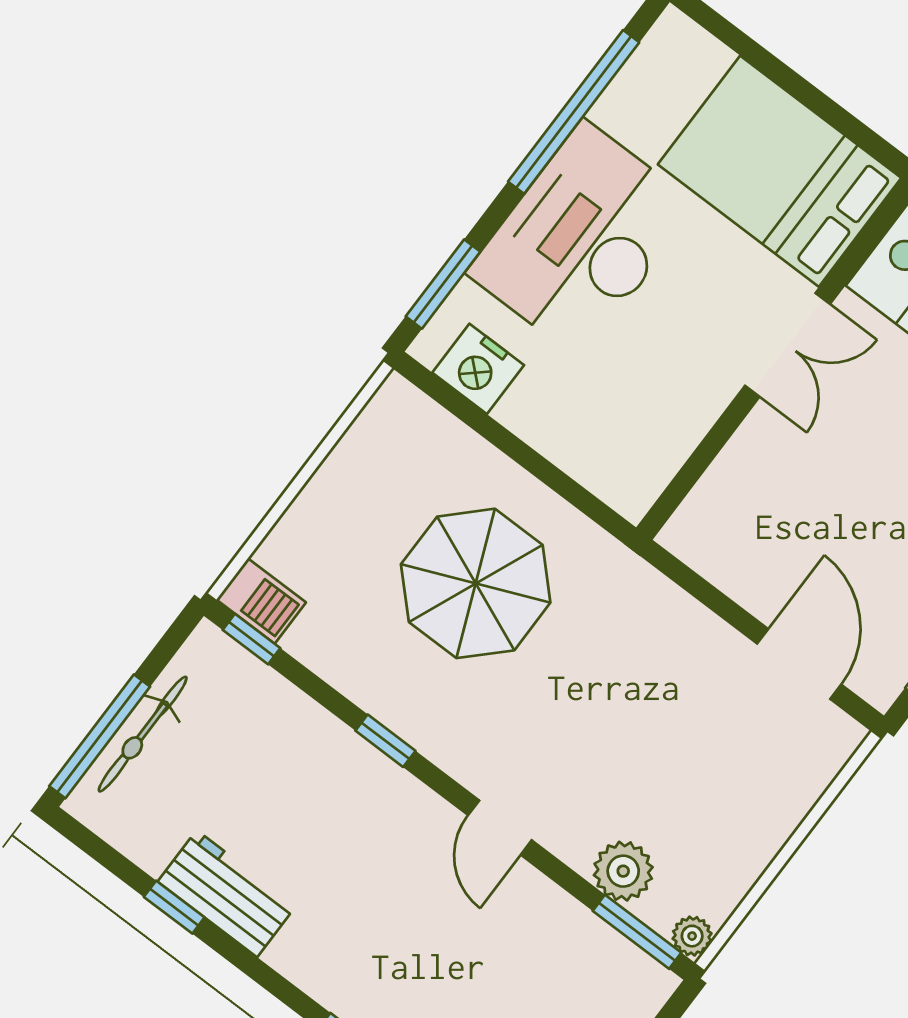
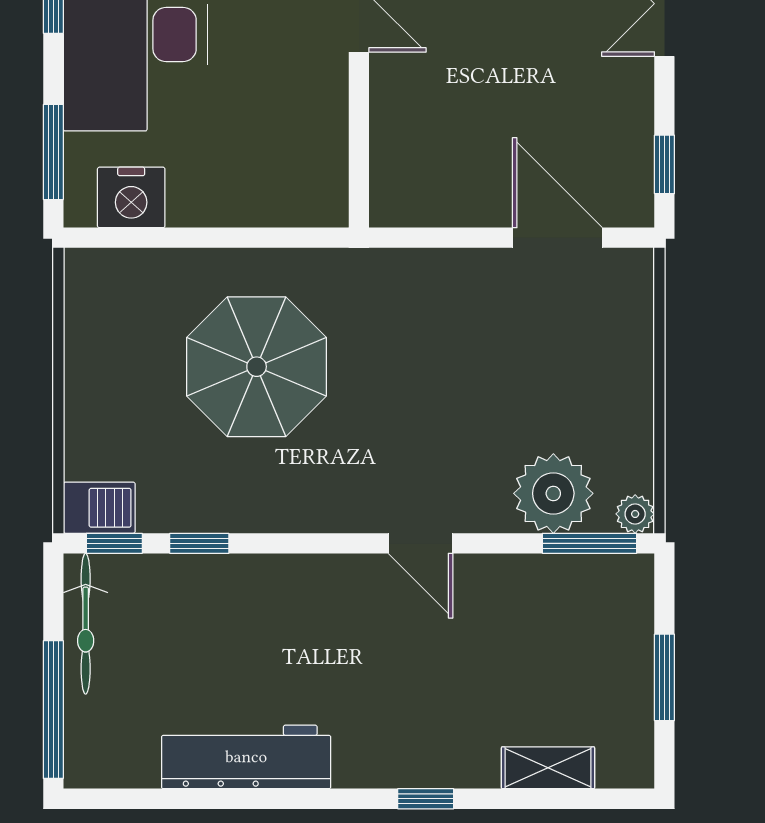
bicycle: (143, 734) -> (86, 624), moved
window: (385, 741) -> (199, 543), moved
plant: (623, 871) -> (553, 493), width x1.36, depth x1.36
workbench: (227, 894) -> (246, 757), width x1.38
window: (174, 907) -> (213, 799), removed

